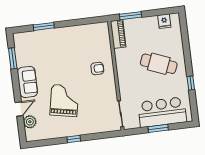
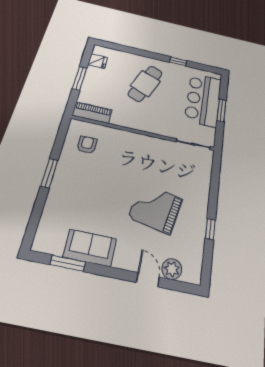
window: (131, 16) -> (80, 78), moved
window: (44, 26) -> (49, 173), moved
armchair: (97, 69) -> (87, 145), moved
sofa: (27, 82) -> (90, 248), moved
window: (74, 139) -> (210, 229), moved

